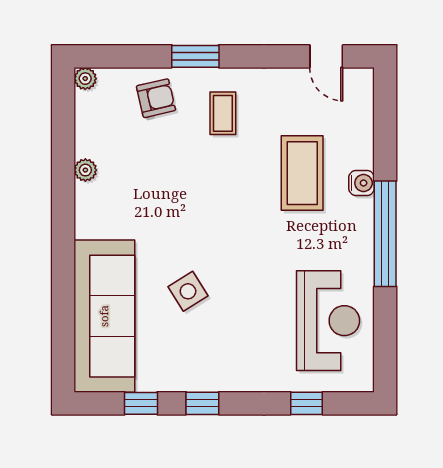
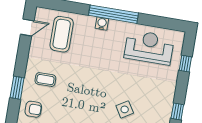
armchair: (156, 98) -> (33, 109), turned 103
coffee table: (302, 173) -> (62, 34), moved, turned 90
water cooler: (361, 183) -> (102, 23), moved

